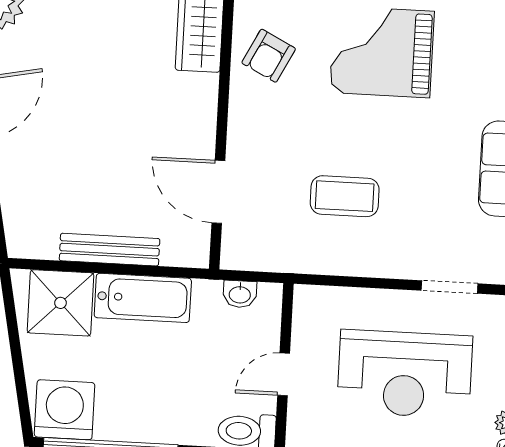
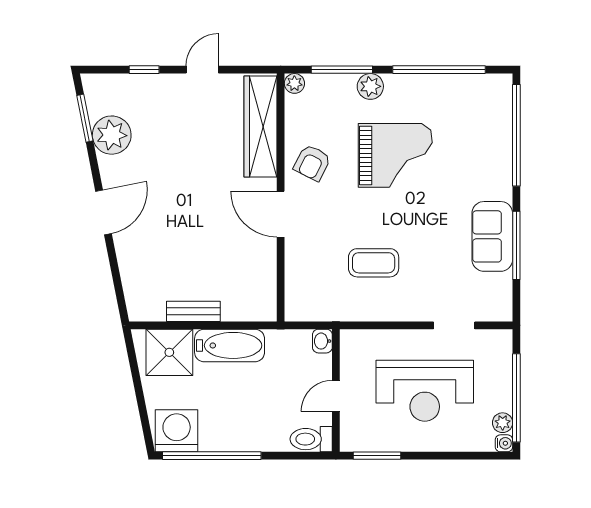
grand piano: (382, 52) -> (395, 155), turned 180
door: (218, 192) -> (281, 214), moved
bench: (110, 250) -> (193, 311), width x0.73
washbasin: (240, 294) -> (322, 341), moved, turned 90

